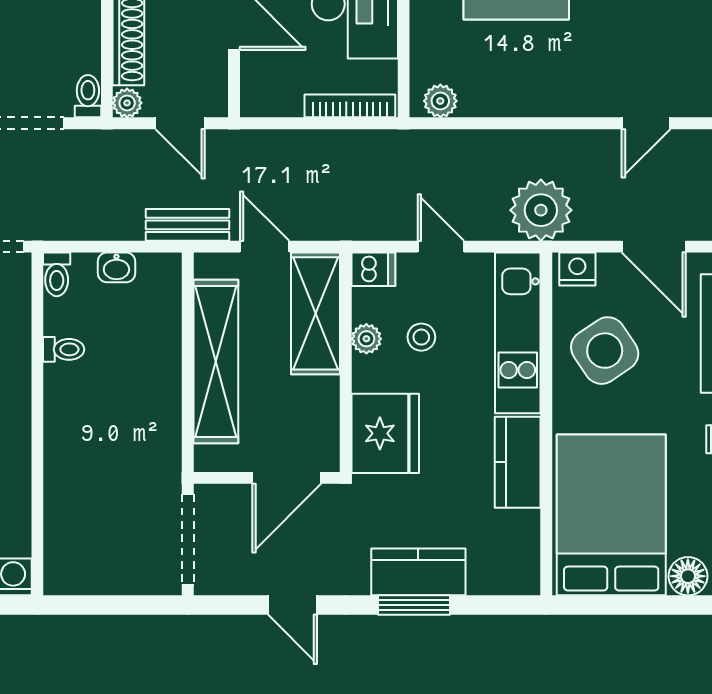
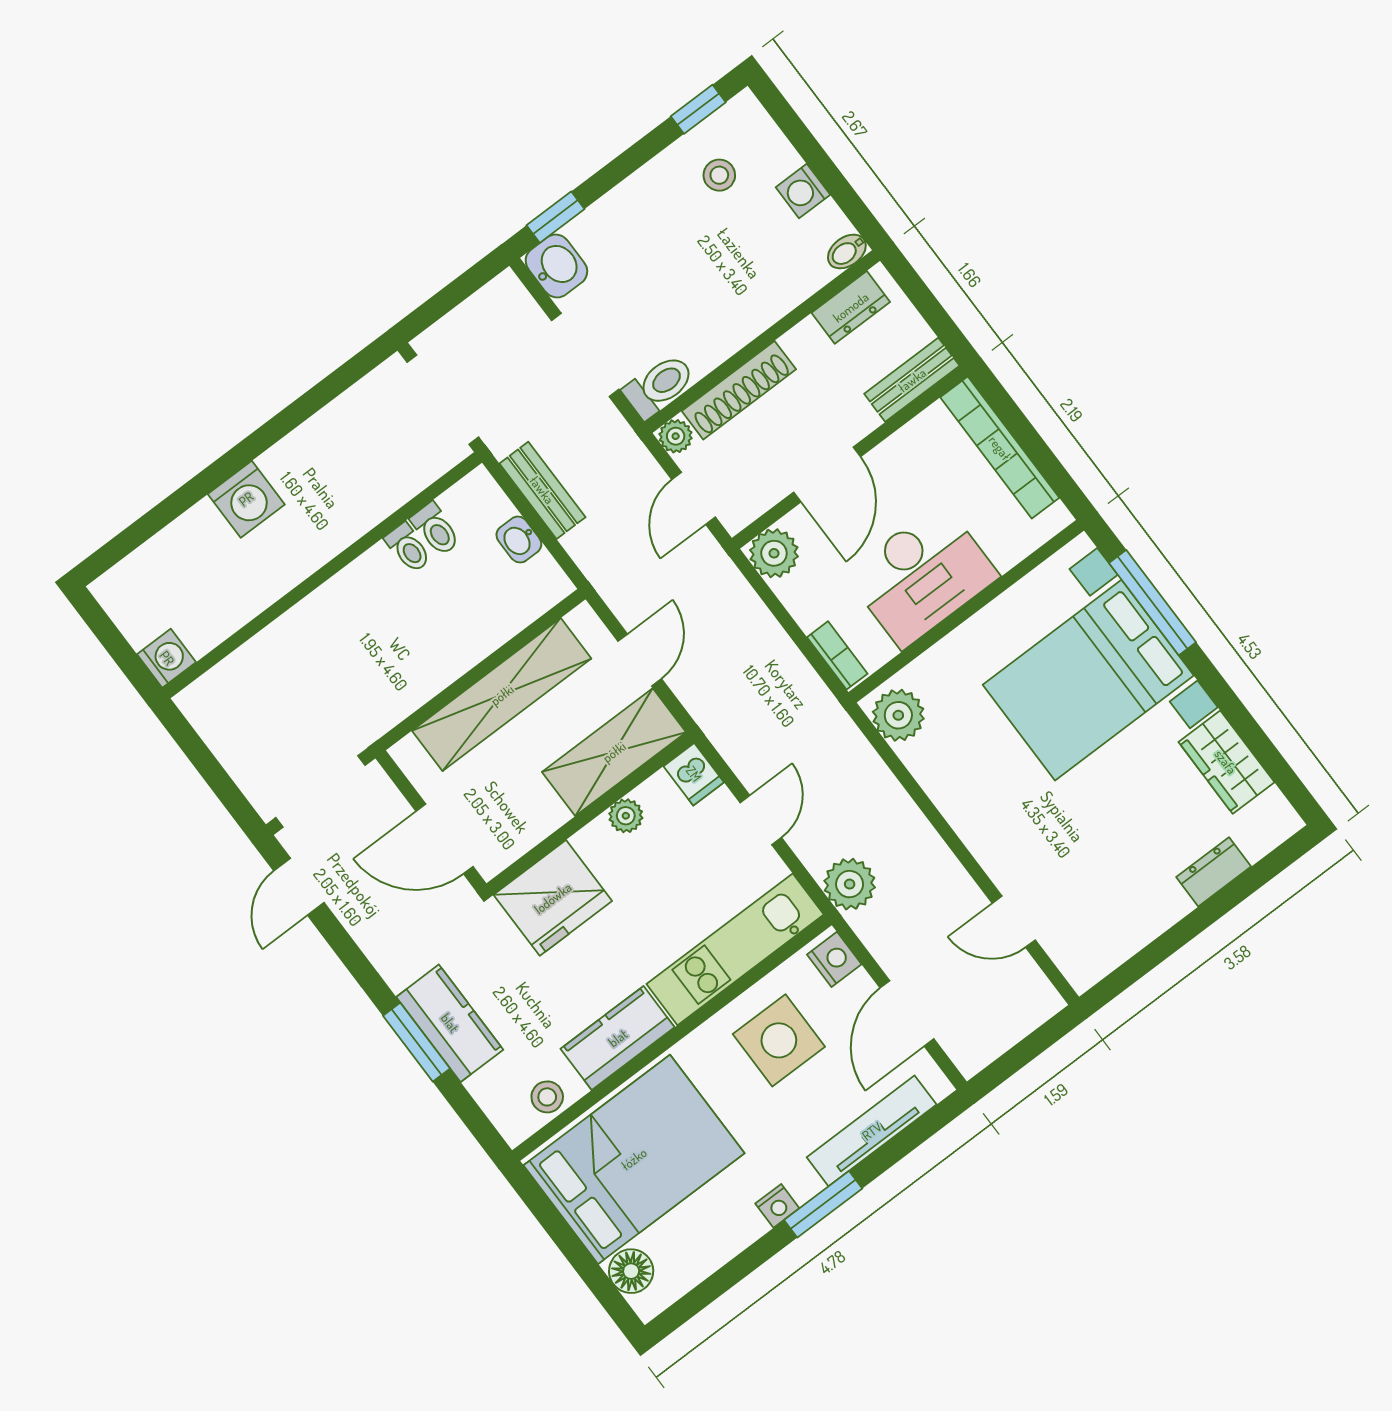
toilet: (88, 96) -> (659, 386), width x1.37, depth x1.39
plant: (261, 96) -> (774, 553), added
plant: (440, 101) -> (898, 715), width x1.38, depth x1.38
bookcase: (350, 106) -> (837, 655), width x0.64
plant: (541, 210) -> (850, 884), width x0.73, depth x0.73
bench: (187, 225) -> (542, 490), moved
toilet: (57, 274) -> (436, 529), moved, turned -90
stool: (421, 337) -> (547, 1097), moved
side table: (605, 351) -> (779, 1040), turned 34
door: (293, 605) -> (299, 887), moved

